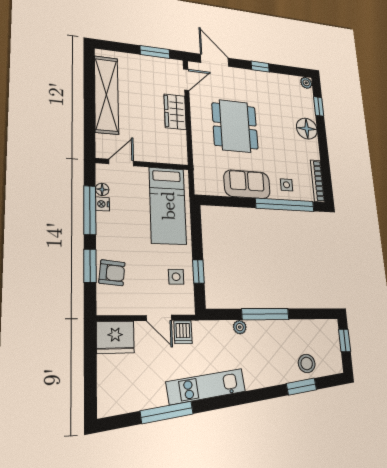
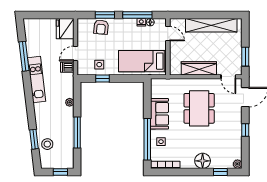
wardrobe: (175, 112) -> (199, 68), width x1.50
dining table: (235, 126) -> (199, 108), turned 90
window: (265, 314) -> (77, 133), moved

